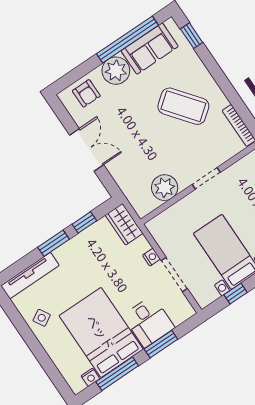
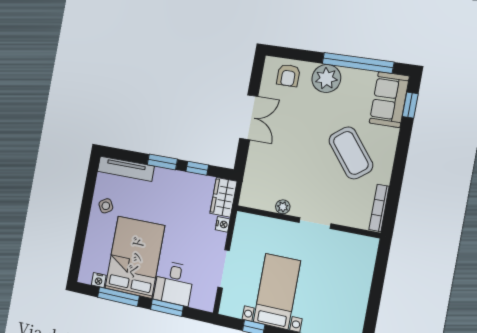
sofa: (150, 49) -> (389, 100), moved, turned 90
plant: (165, 188) -> (283, 207), width x0.53, depth x0.53
nightstand: (151, 257) -> (223, 224), moved

